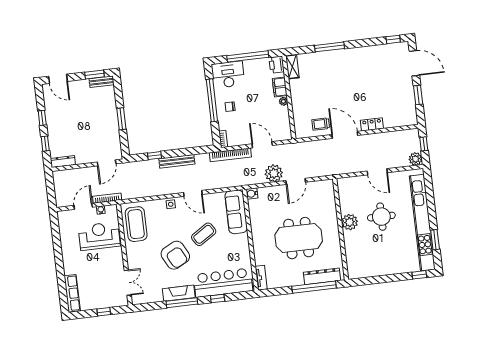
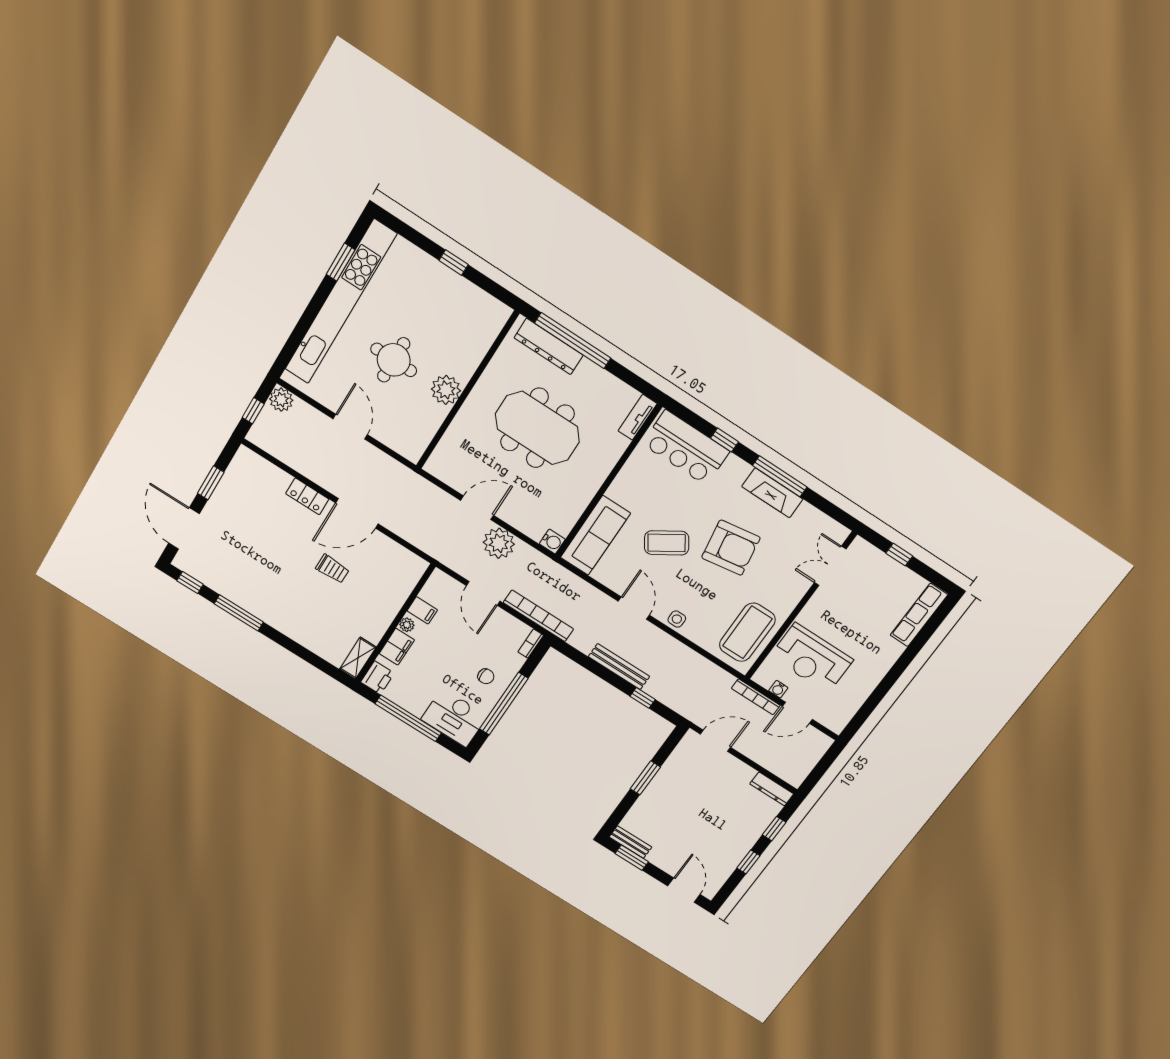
window: (330, 47) -> (239, 613), moved
filing cabinet: (282, 114) -> (422, 610), added
trolley: (321, 124) -> (332, 569), moved
door: (345, 135) -> (357, 513), hinge flipped
armchair: (175, 255) -> (731, 548), turned 109
window: (419, 275) -> (454, 262), moved
bar counter: (223, 283) -> (686, 448), width x0.73

